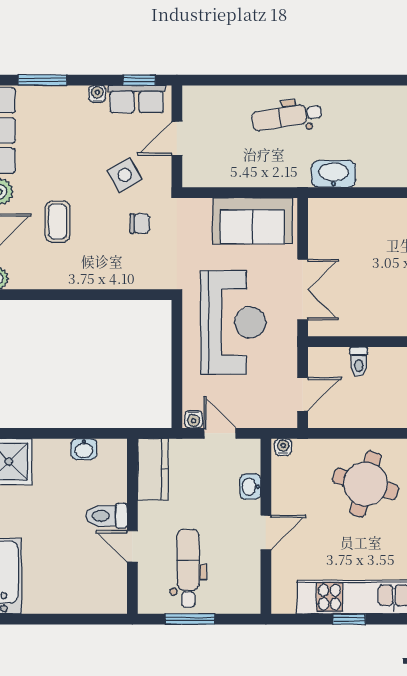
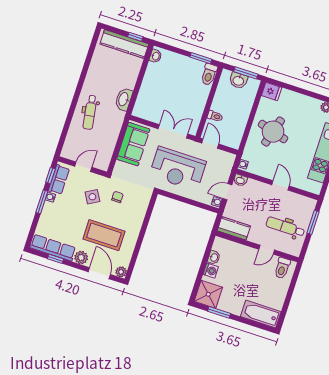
window: (43, 80) -> (42, 202), moved
door: (177, 138) -> (83, 167), swing flipped
coffee table: (58, 222) -> (104, 235), width x1.86, depth x1.72
reception desk: (233, 322) -> (178, 169), turned 180
door: (303, 394) -> (210, 144), moved
washing machine: (56, 451) -> (211, 271), added
washbasin: (250, 487) -> (240, 180), moved
toilet: (107, 516) -> (282, 268), moved
window: (190, 619) -> (313, 222), moved

